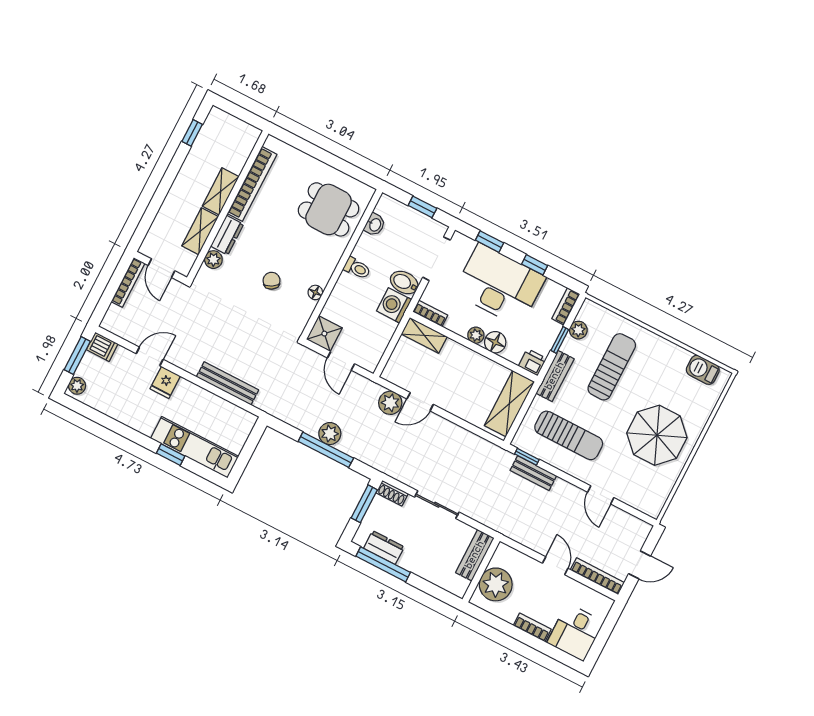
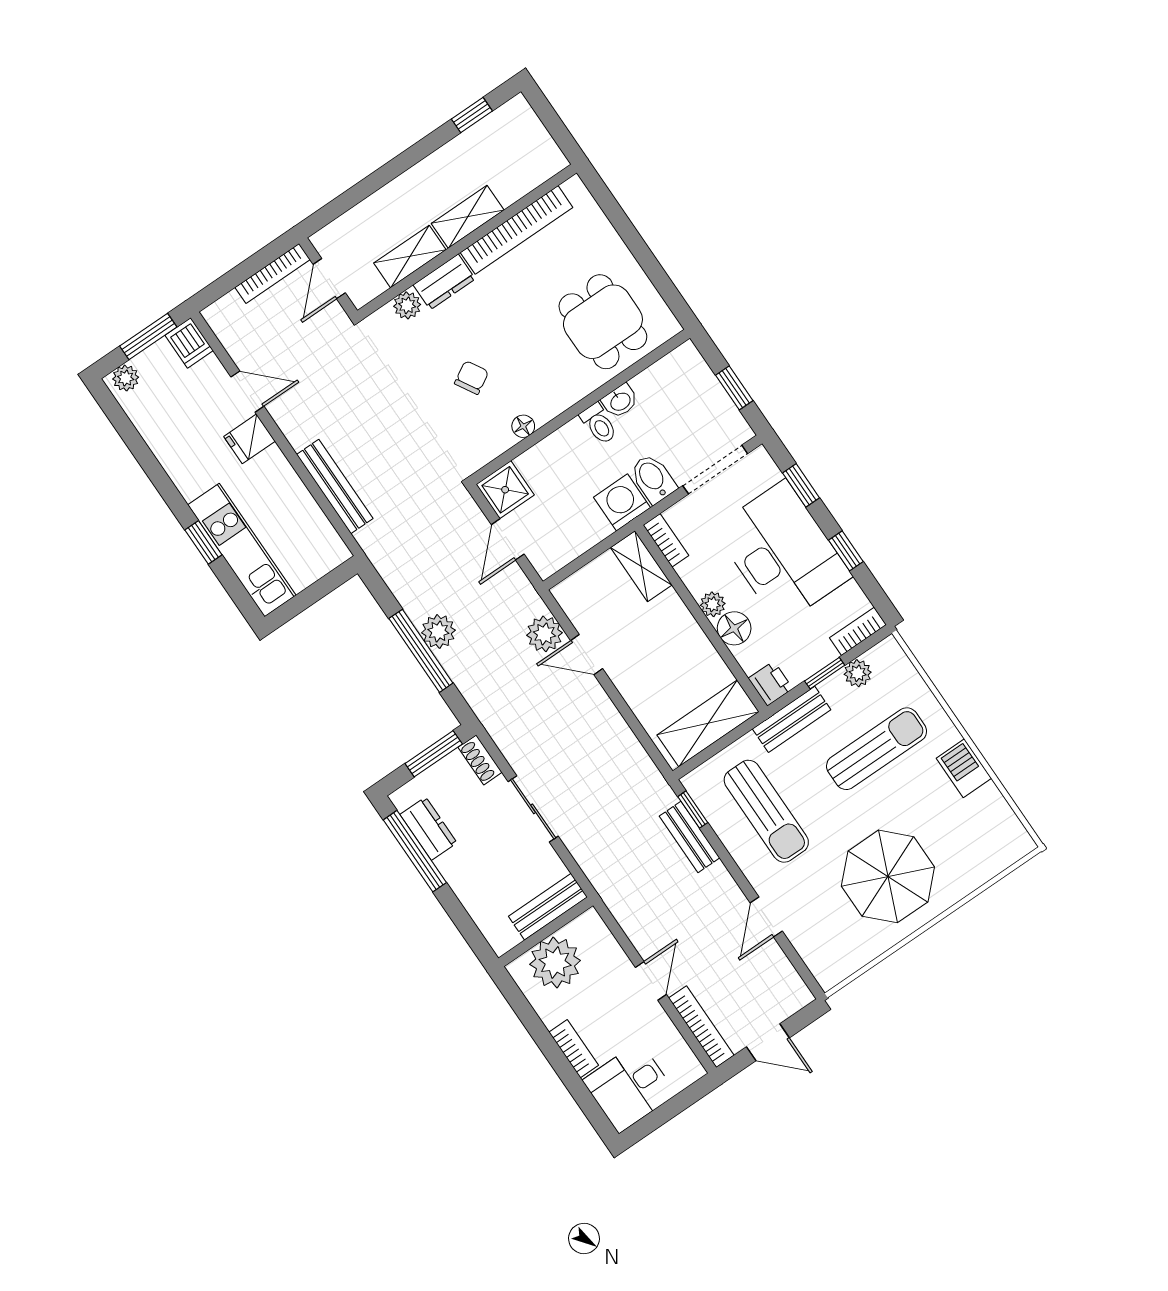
washbasin: (375, 225) -> (620, 401), moved
barbecue: (703, 370) -> (964, 768), moved

